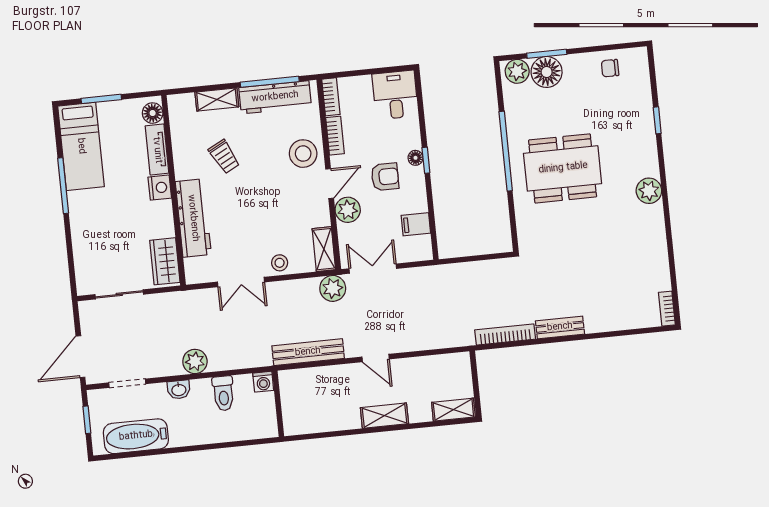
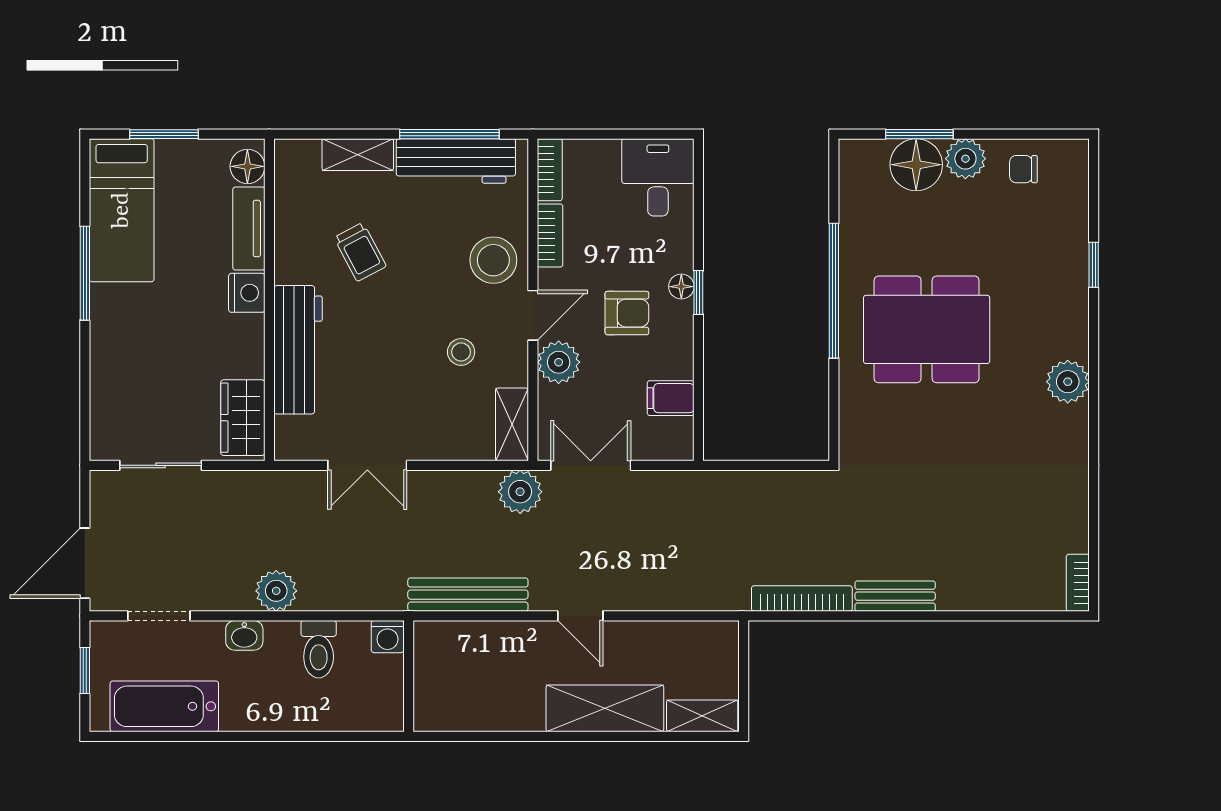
plant: (517, 71) -> (965, 159), moved
stool: (280, 263) -> (461, 352), moved
shelving: (384, 416) -> (605, 708), width x1.50, depth x1.33

